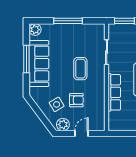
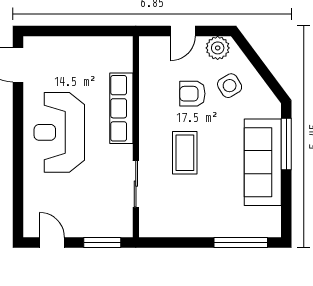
window: (68, 21) -> (241, 242), moved
plant: (35, 30) -> (270, 226), removed
window: (26, 59) -> (286, 144), moved

